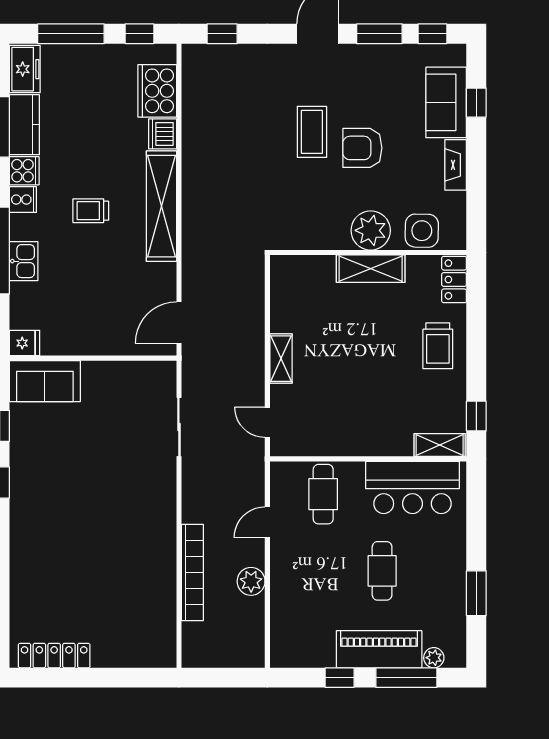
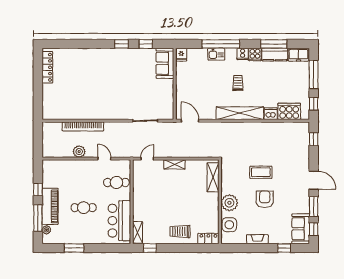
sofa: (446, 102) -> (301, 229), moved, turned -90
coffee table: (312, 132) -> (261, 172), moved
shelving: (371, 269) -> (213, 177), moved

